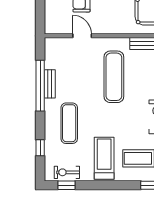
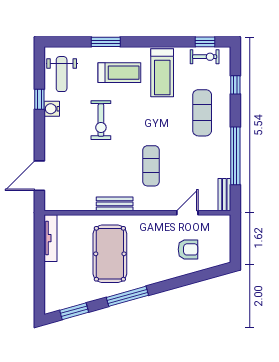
door: (82, 36) -> (187, 213), swing flipped
exercise mat: (114, 77) -> (151, 166), width x0.73, depth x0.69
bench: (50, 84) -> (224, 195), moved

